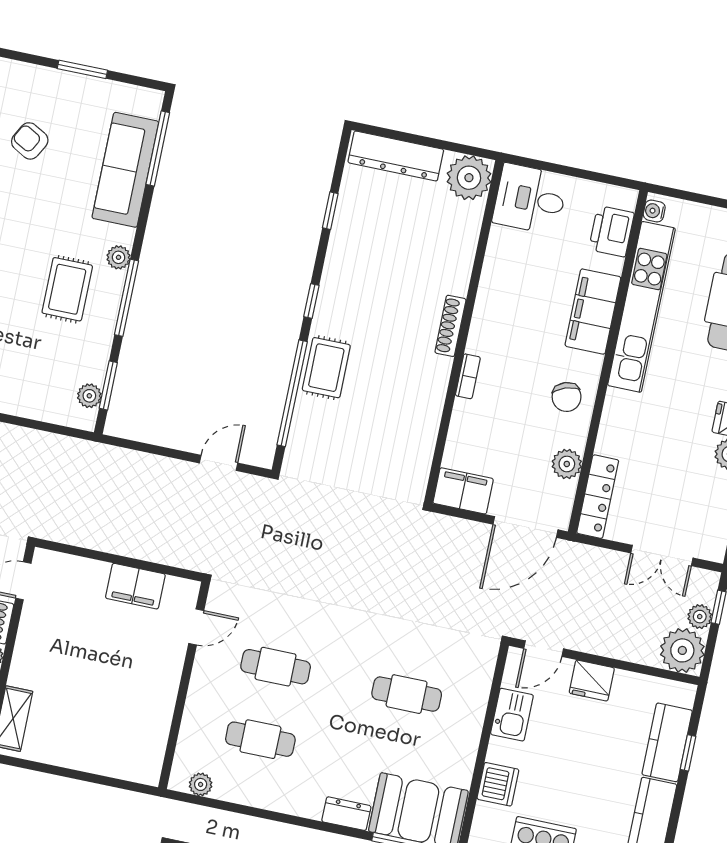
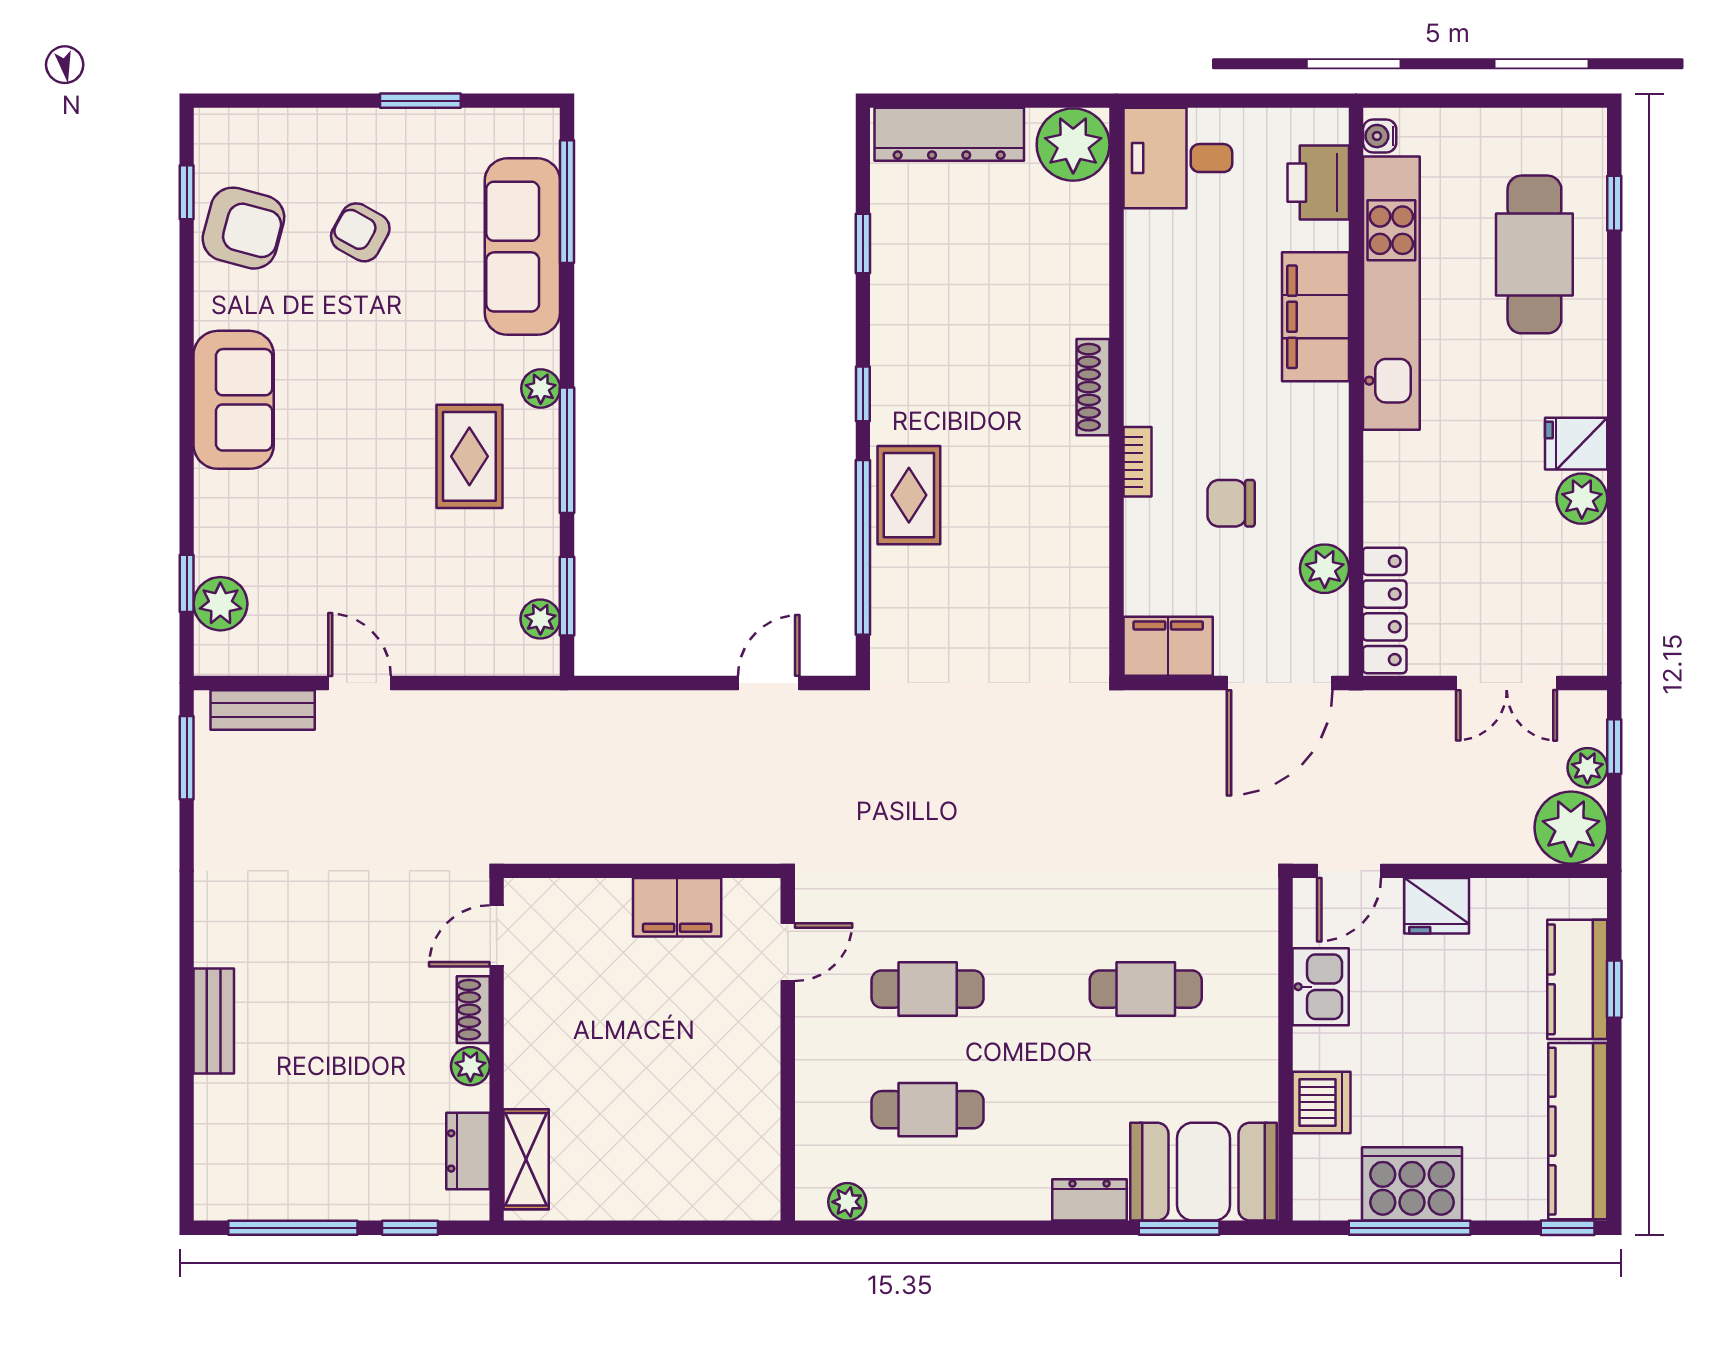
chair: (567, 397) -> (1231, 503), moved, turned 109

